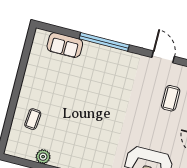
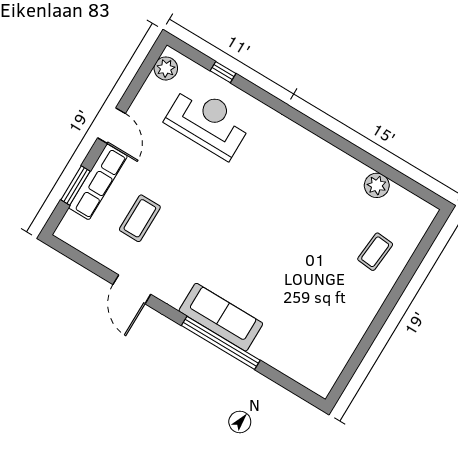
sofa: (65, 45) -> (221, 317), moved, width x1.36

